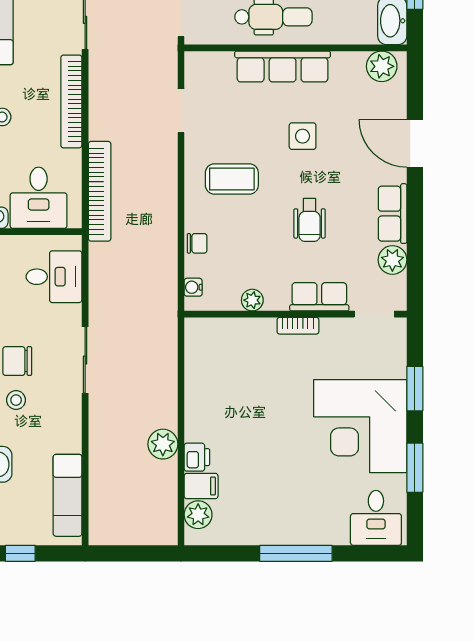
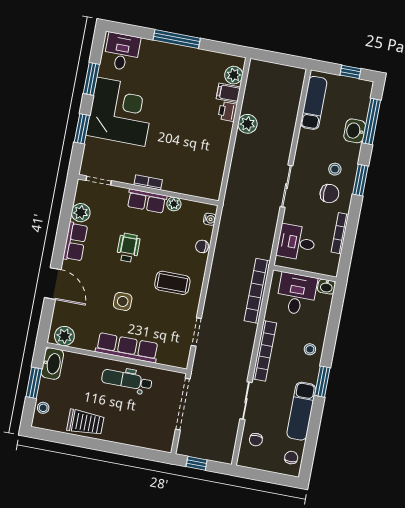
row of seats: (319, 297) -> (147, 201), moved

